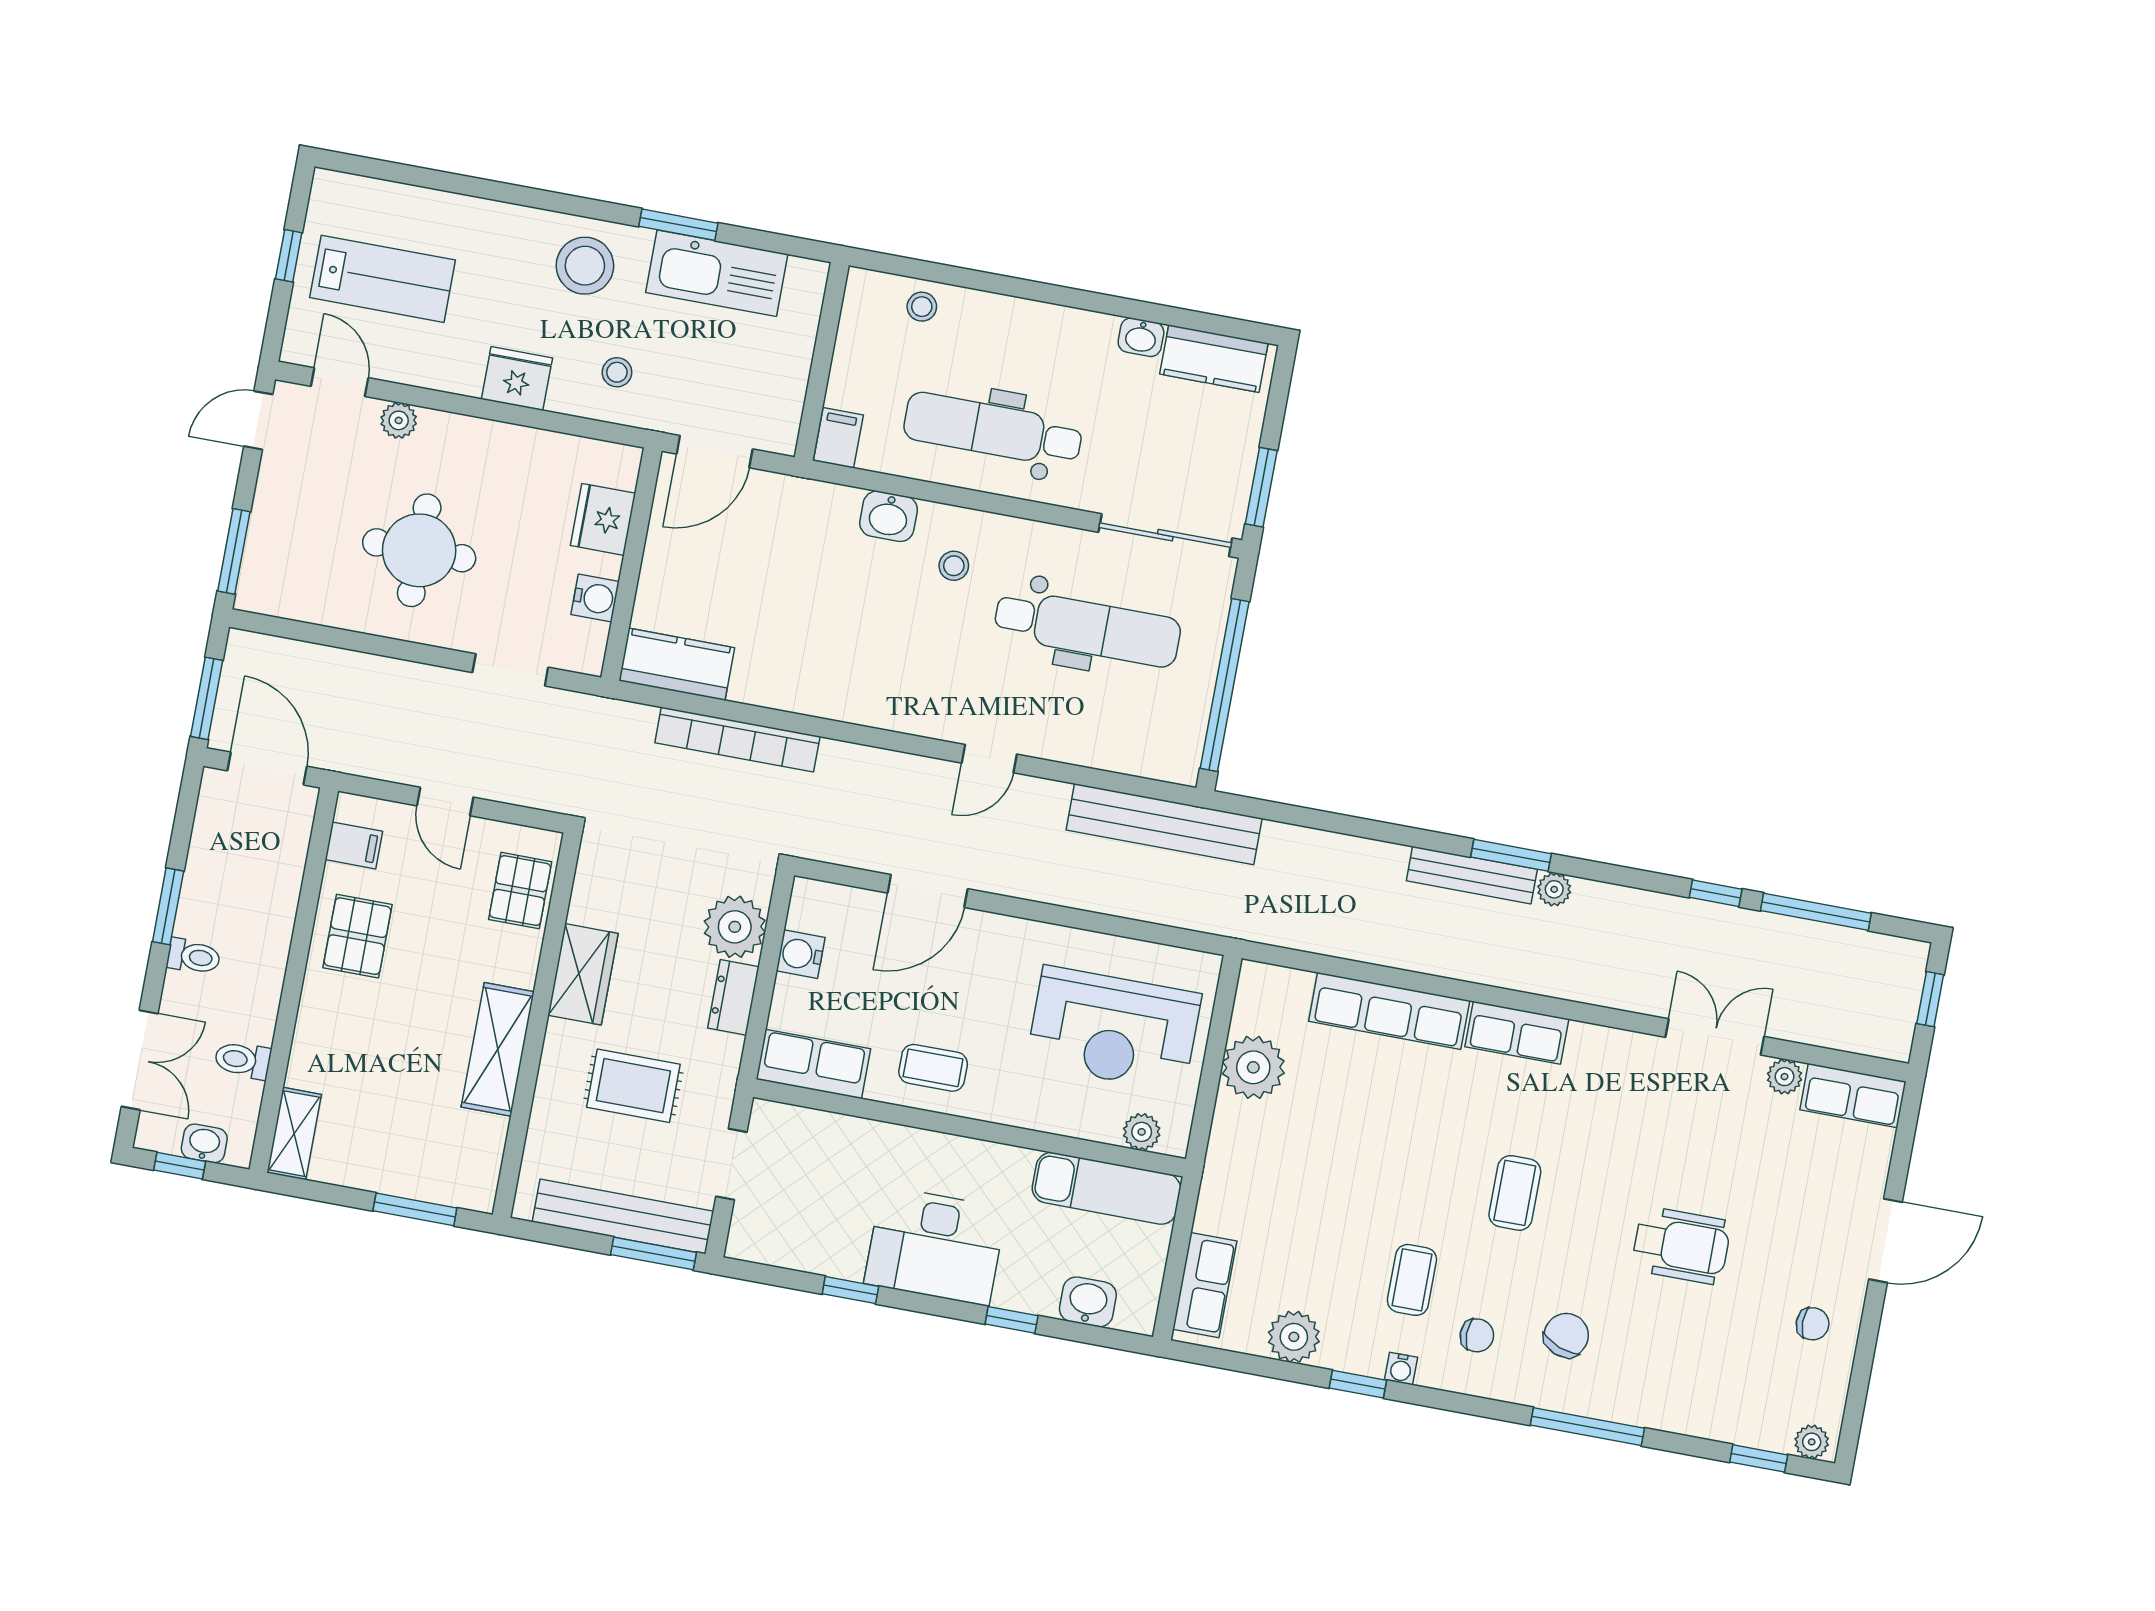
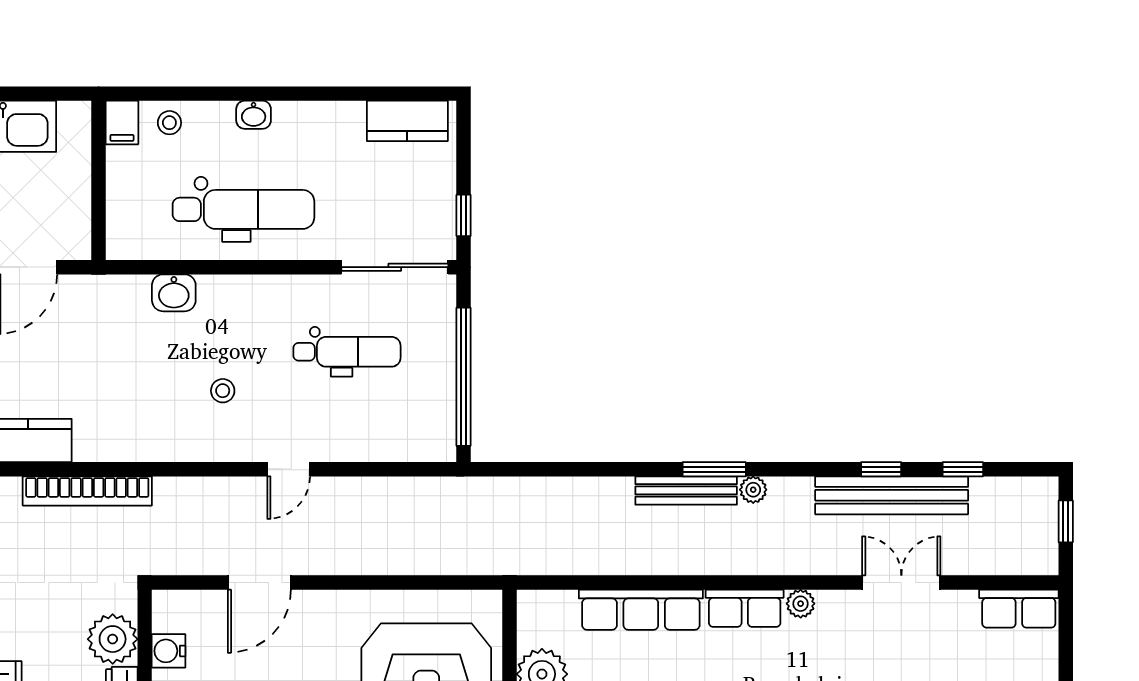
washbasin: (1141, 337) -> (254, 115), moved
dental chair: (993, 430) -> (243, 209), turned 180
filing cabinet: (838, 438) -> (122, 123), moved, turned 180
window: (1261, 487) -> (463, 215), width x0.67
stool: (954, 566) -> (223, 391), moved
dental chair: (1087, 628) -> (347, 352), width x0.73, depth x0.72
bench: (1164, 824) -> (892, 495), moved
window: (1816, 912) -> (963, 469), width x0.46
plant: (1784, 1077) -> (801, 604), moved

